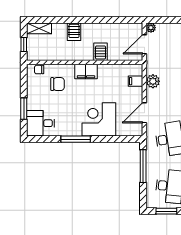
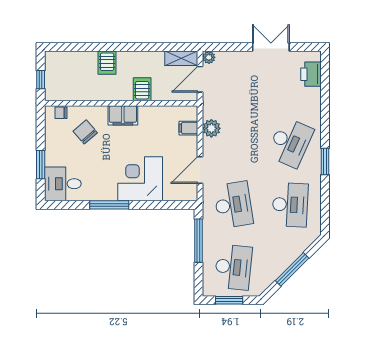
shelving: (39, 28) -> (181, 58), moved
chair: (58, 84) -> (85, 132), turned -131

